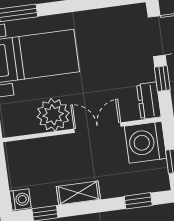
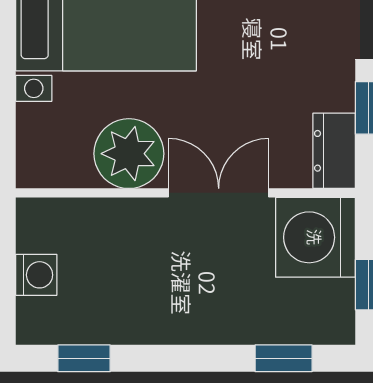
shelving: (78, 193) -> (160, 325), removed
washing machine: (20, 200) -> (36, 275), moved

